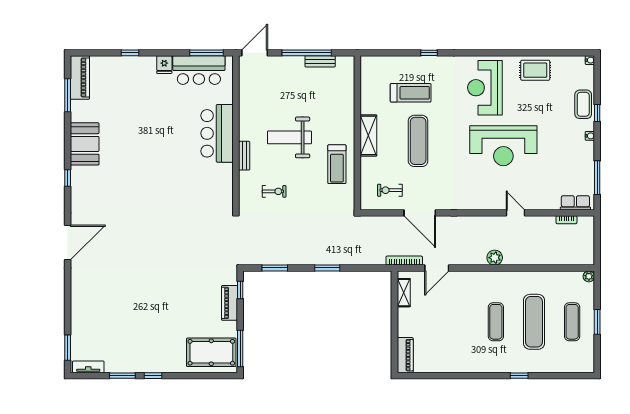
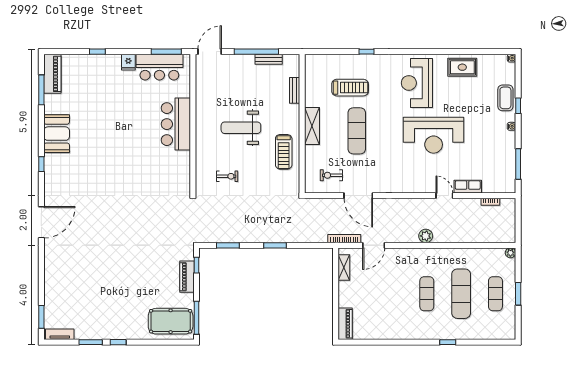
bench: (244, 156) -> (295, 90), moved
row of seats: (575, 203) -> (468, 187), moved

